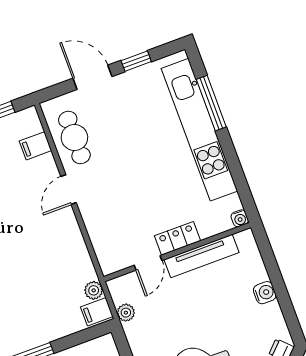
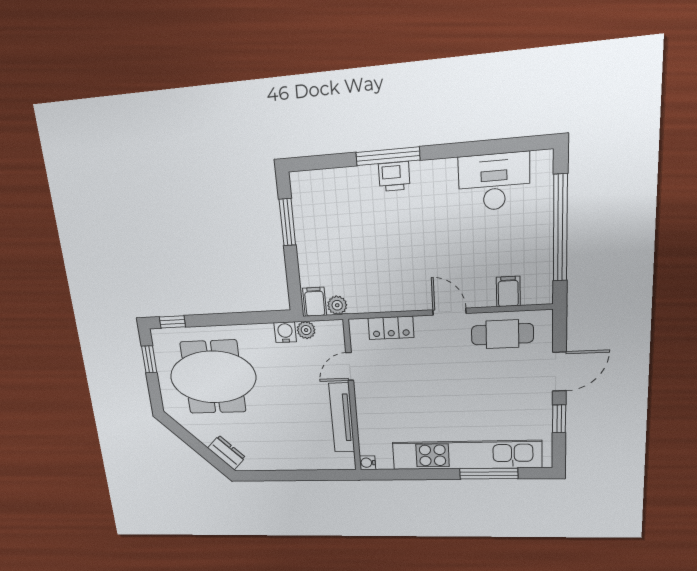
locker: (178, 238) -> (391, 328), moved, turned 90
door: (148, 263) -> (350, 367), hinge flipped
water cooler: (265, 293) -> (285, 332), moved, turned 180

